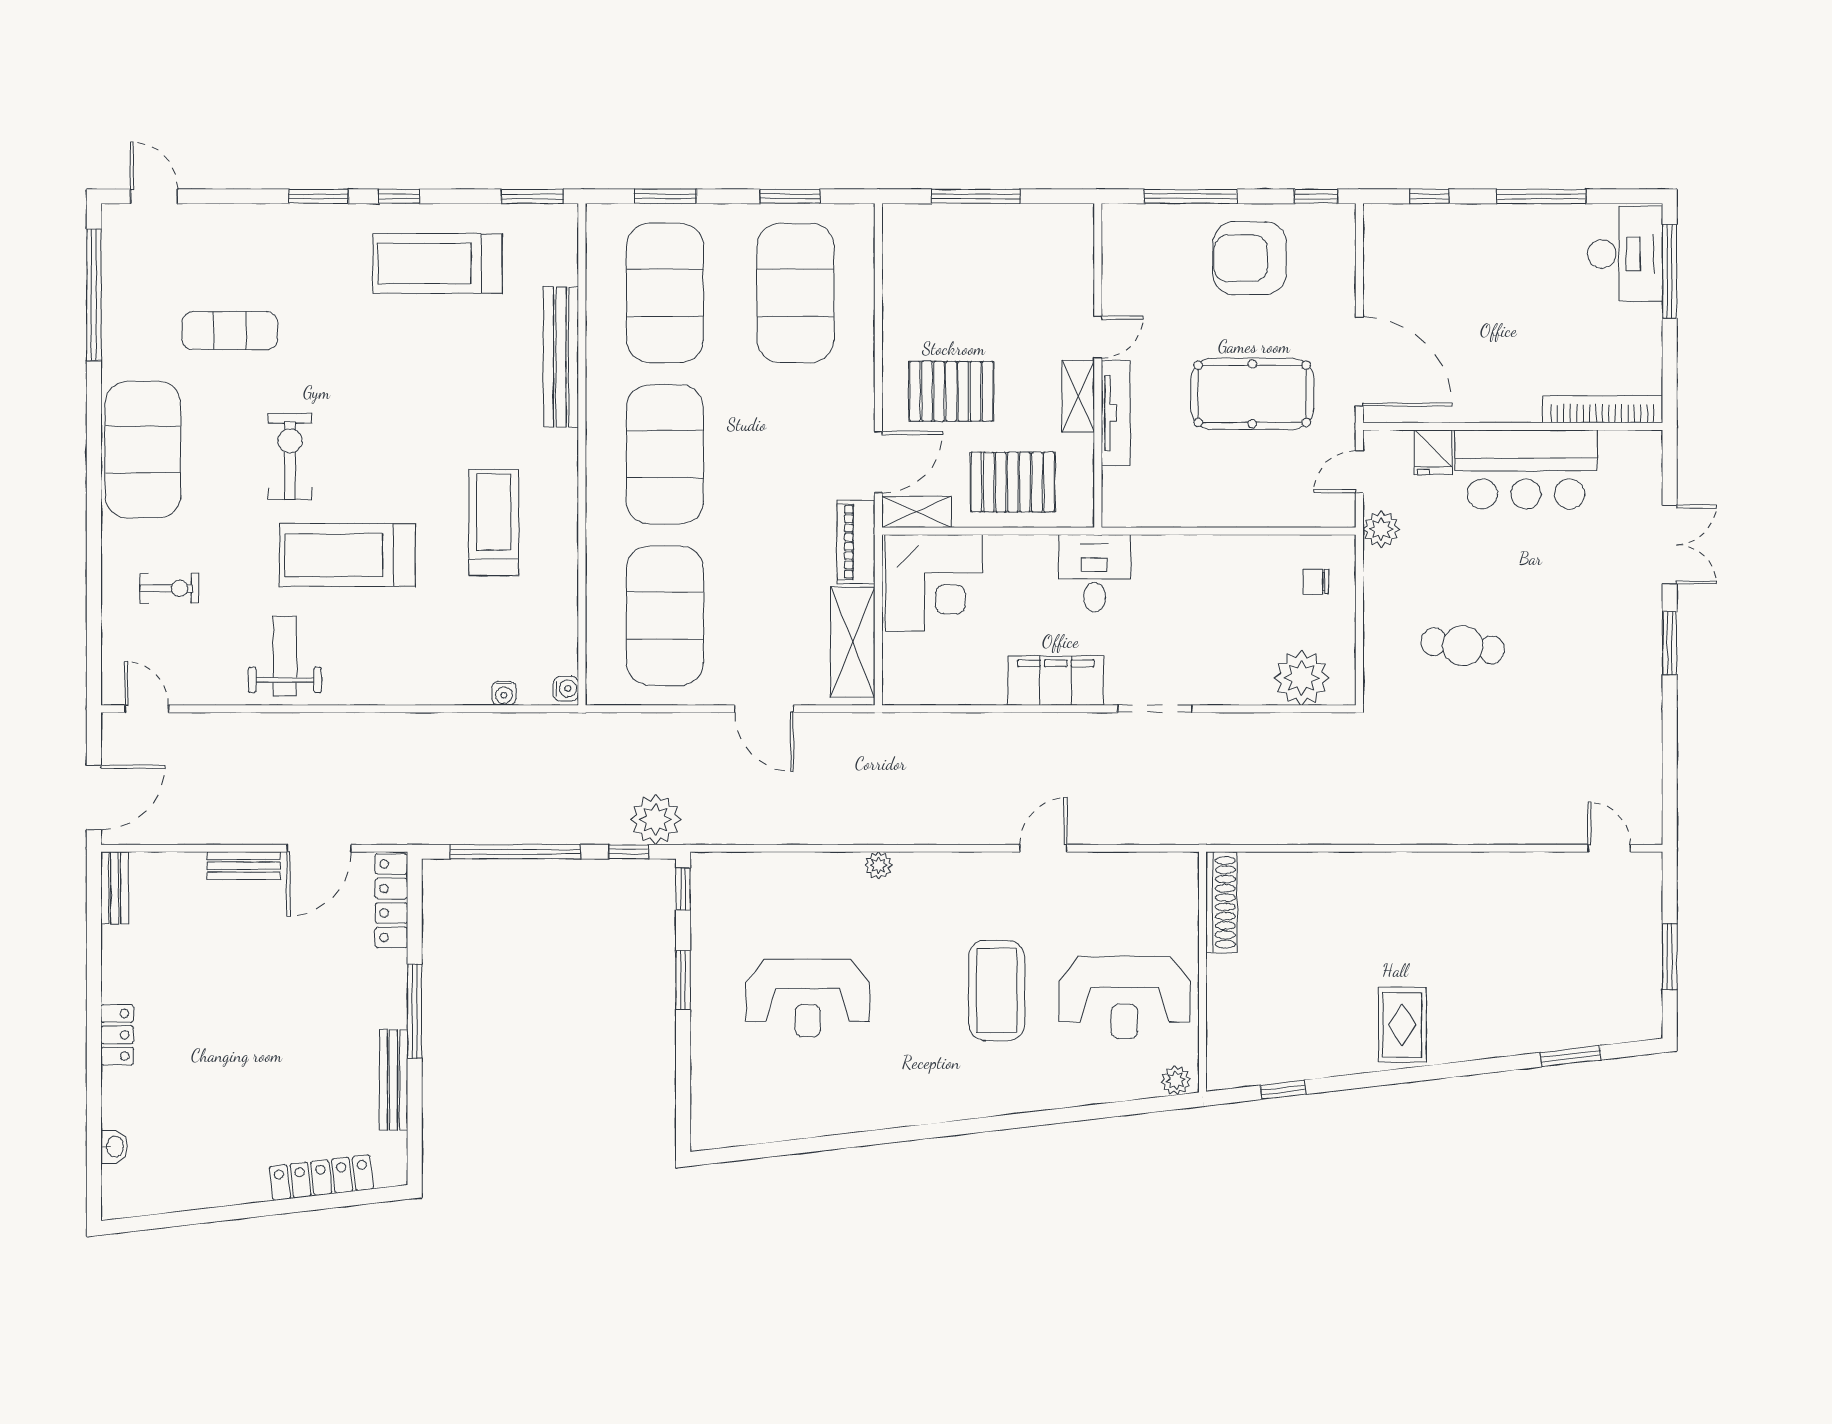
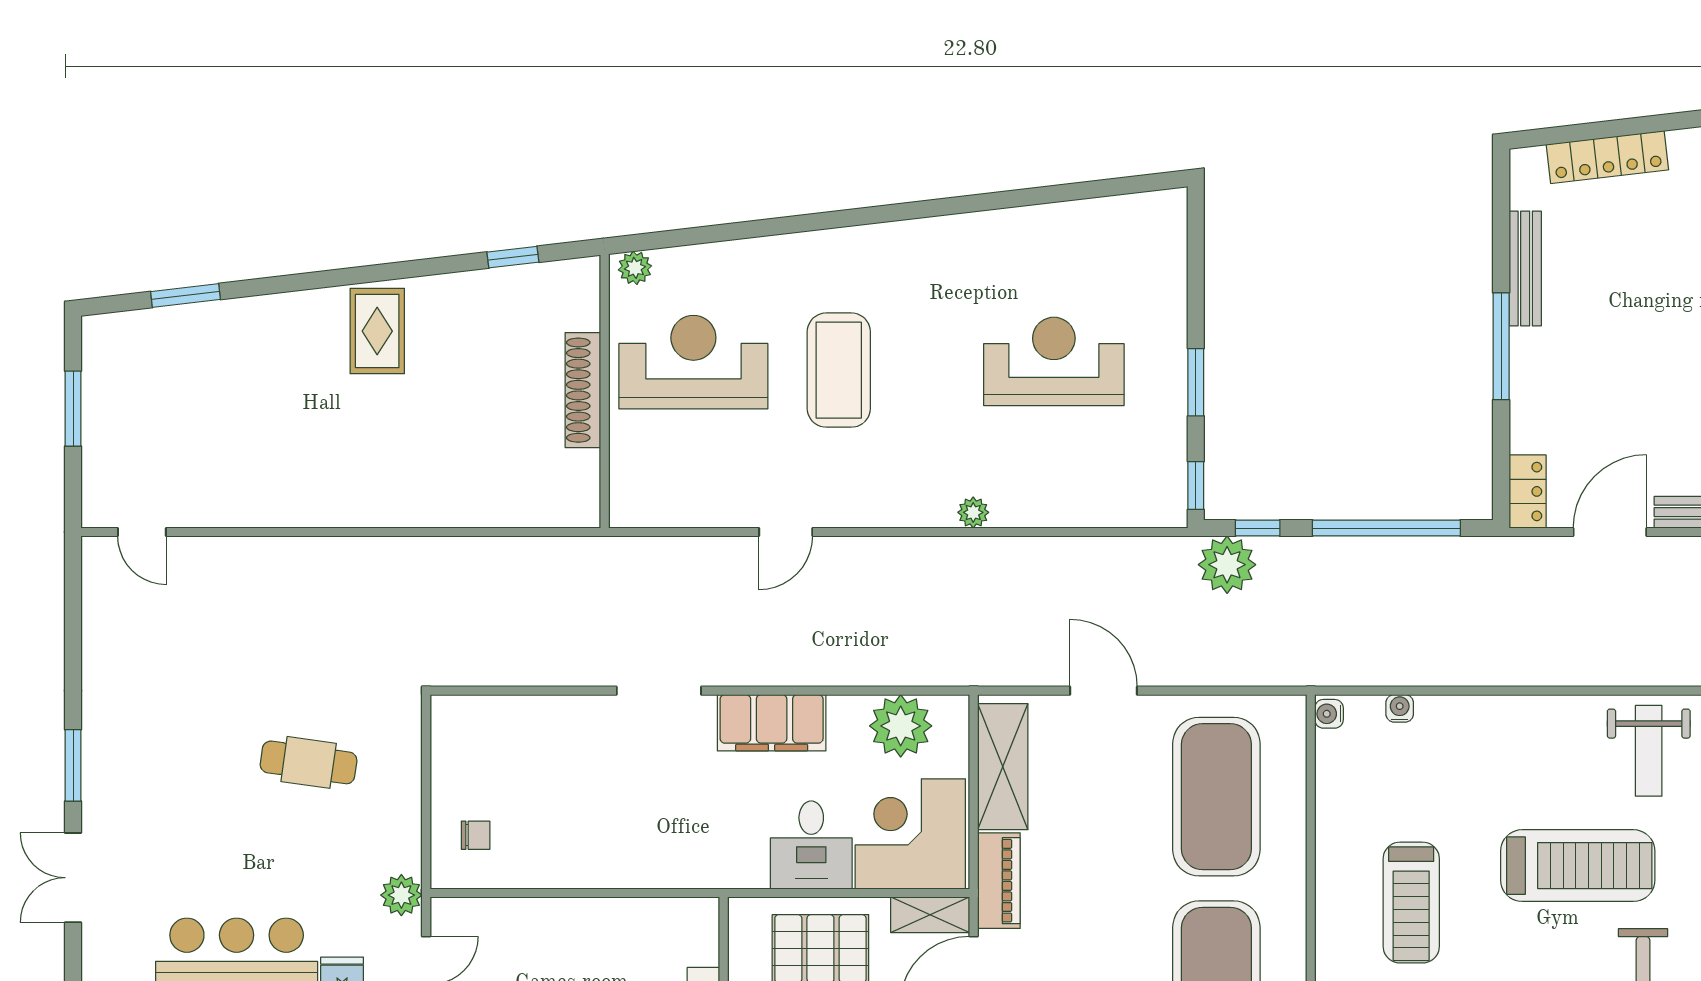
desk: (1095, 573) -> (811, 845), moved
plant: (1302, 678) -> (901, 726), moved
locker: (391, 901) -> (1528, 491), width x0.66
shoe rack: (1222, 902) -> (583, 390), moved

